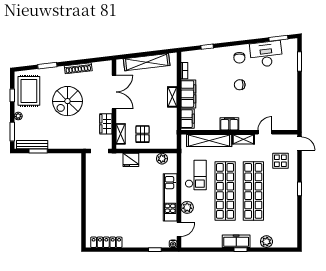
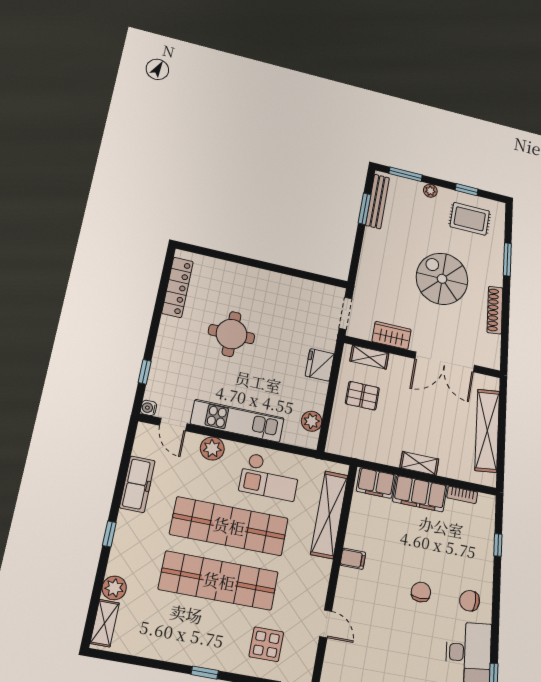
rug: (29, 91) -> (470, 219), width x0.73, depth x0.70
filing cabinet: (229, 124) -> (353, 559), width x0.50
shelving: (243, 139) -> (105, 623), moved
round table: (125, 209) -> (231, 334), added
freezer: (236, 241) -> (137, 484), moved

